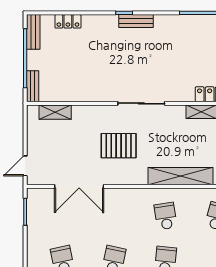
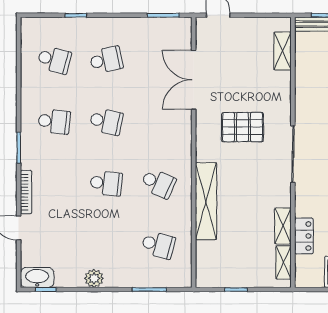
pallet: (119, 146) -> (242, 127), turned 90
school desk: (166, 216) -> (158, 183), turned 33

